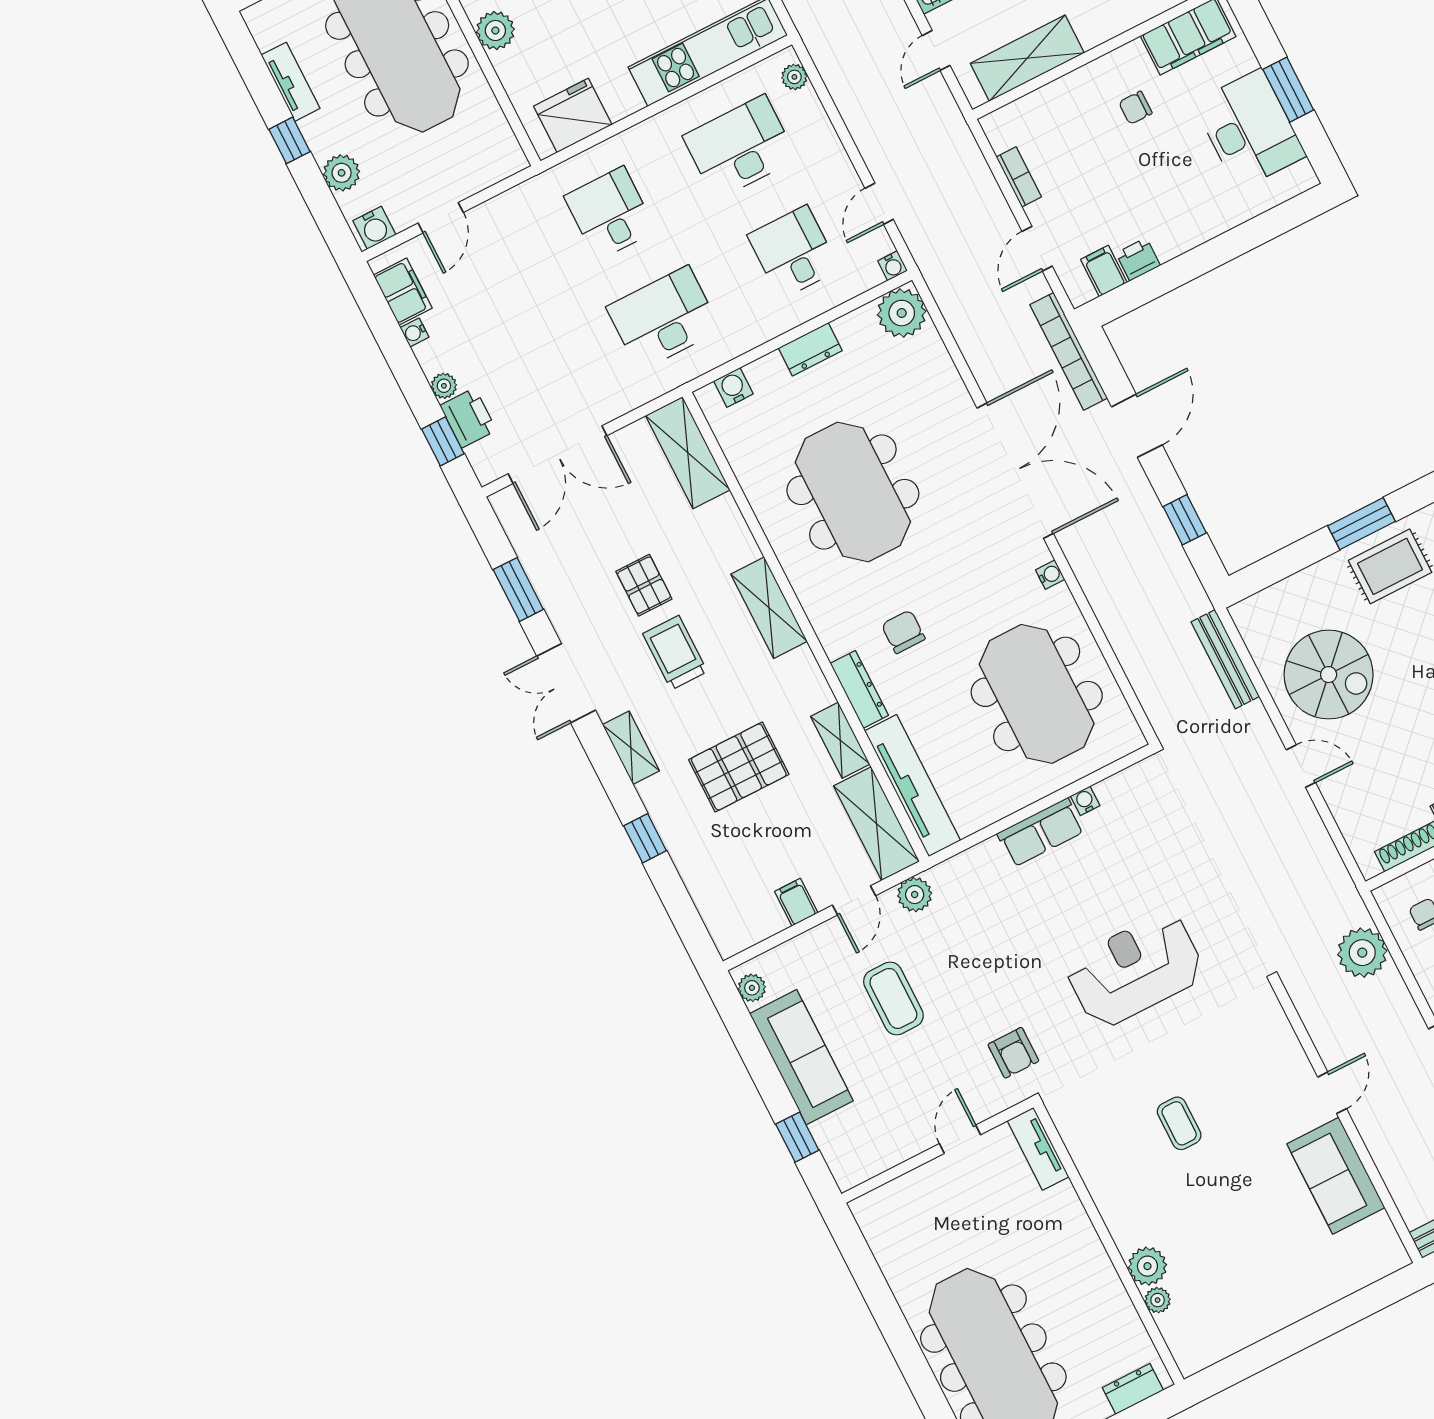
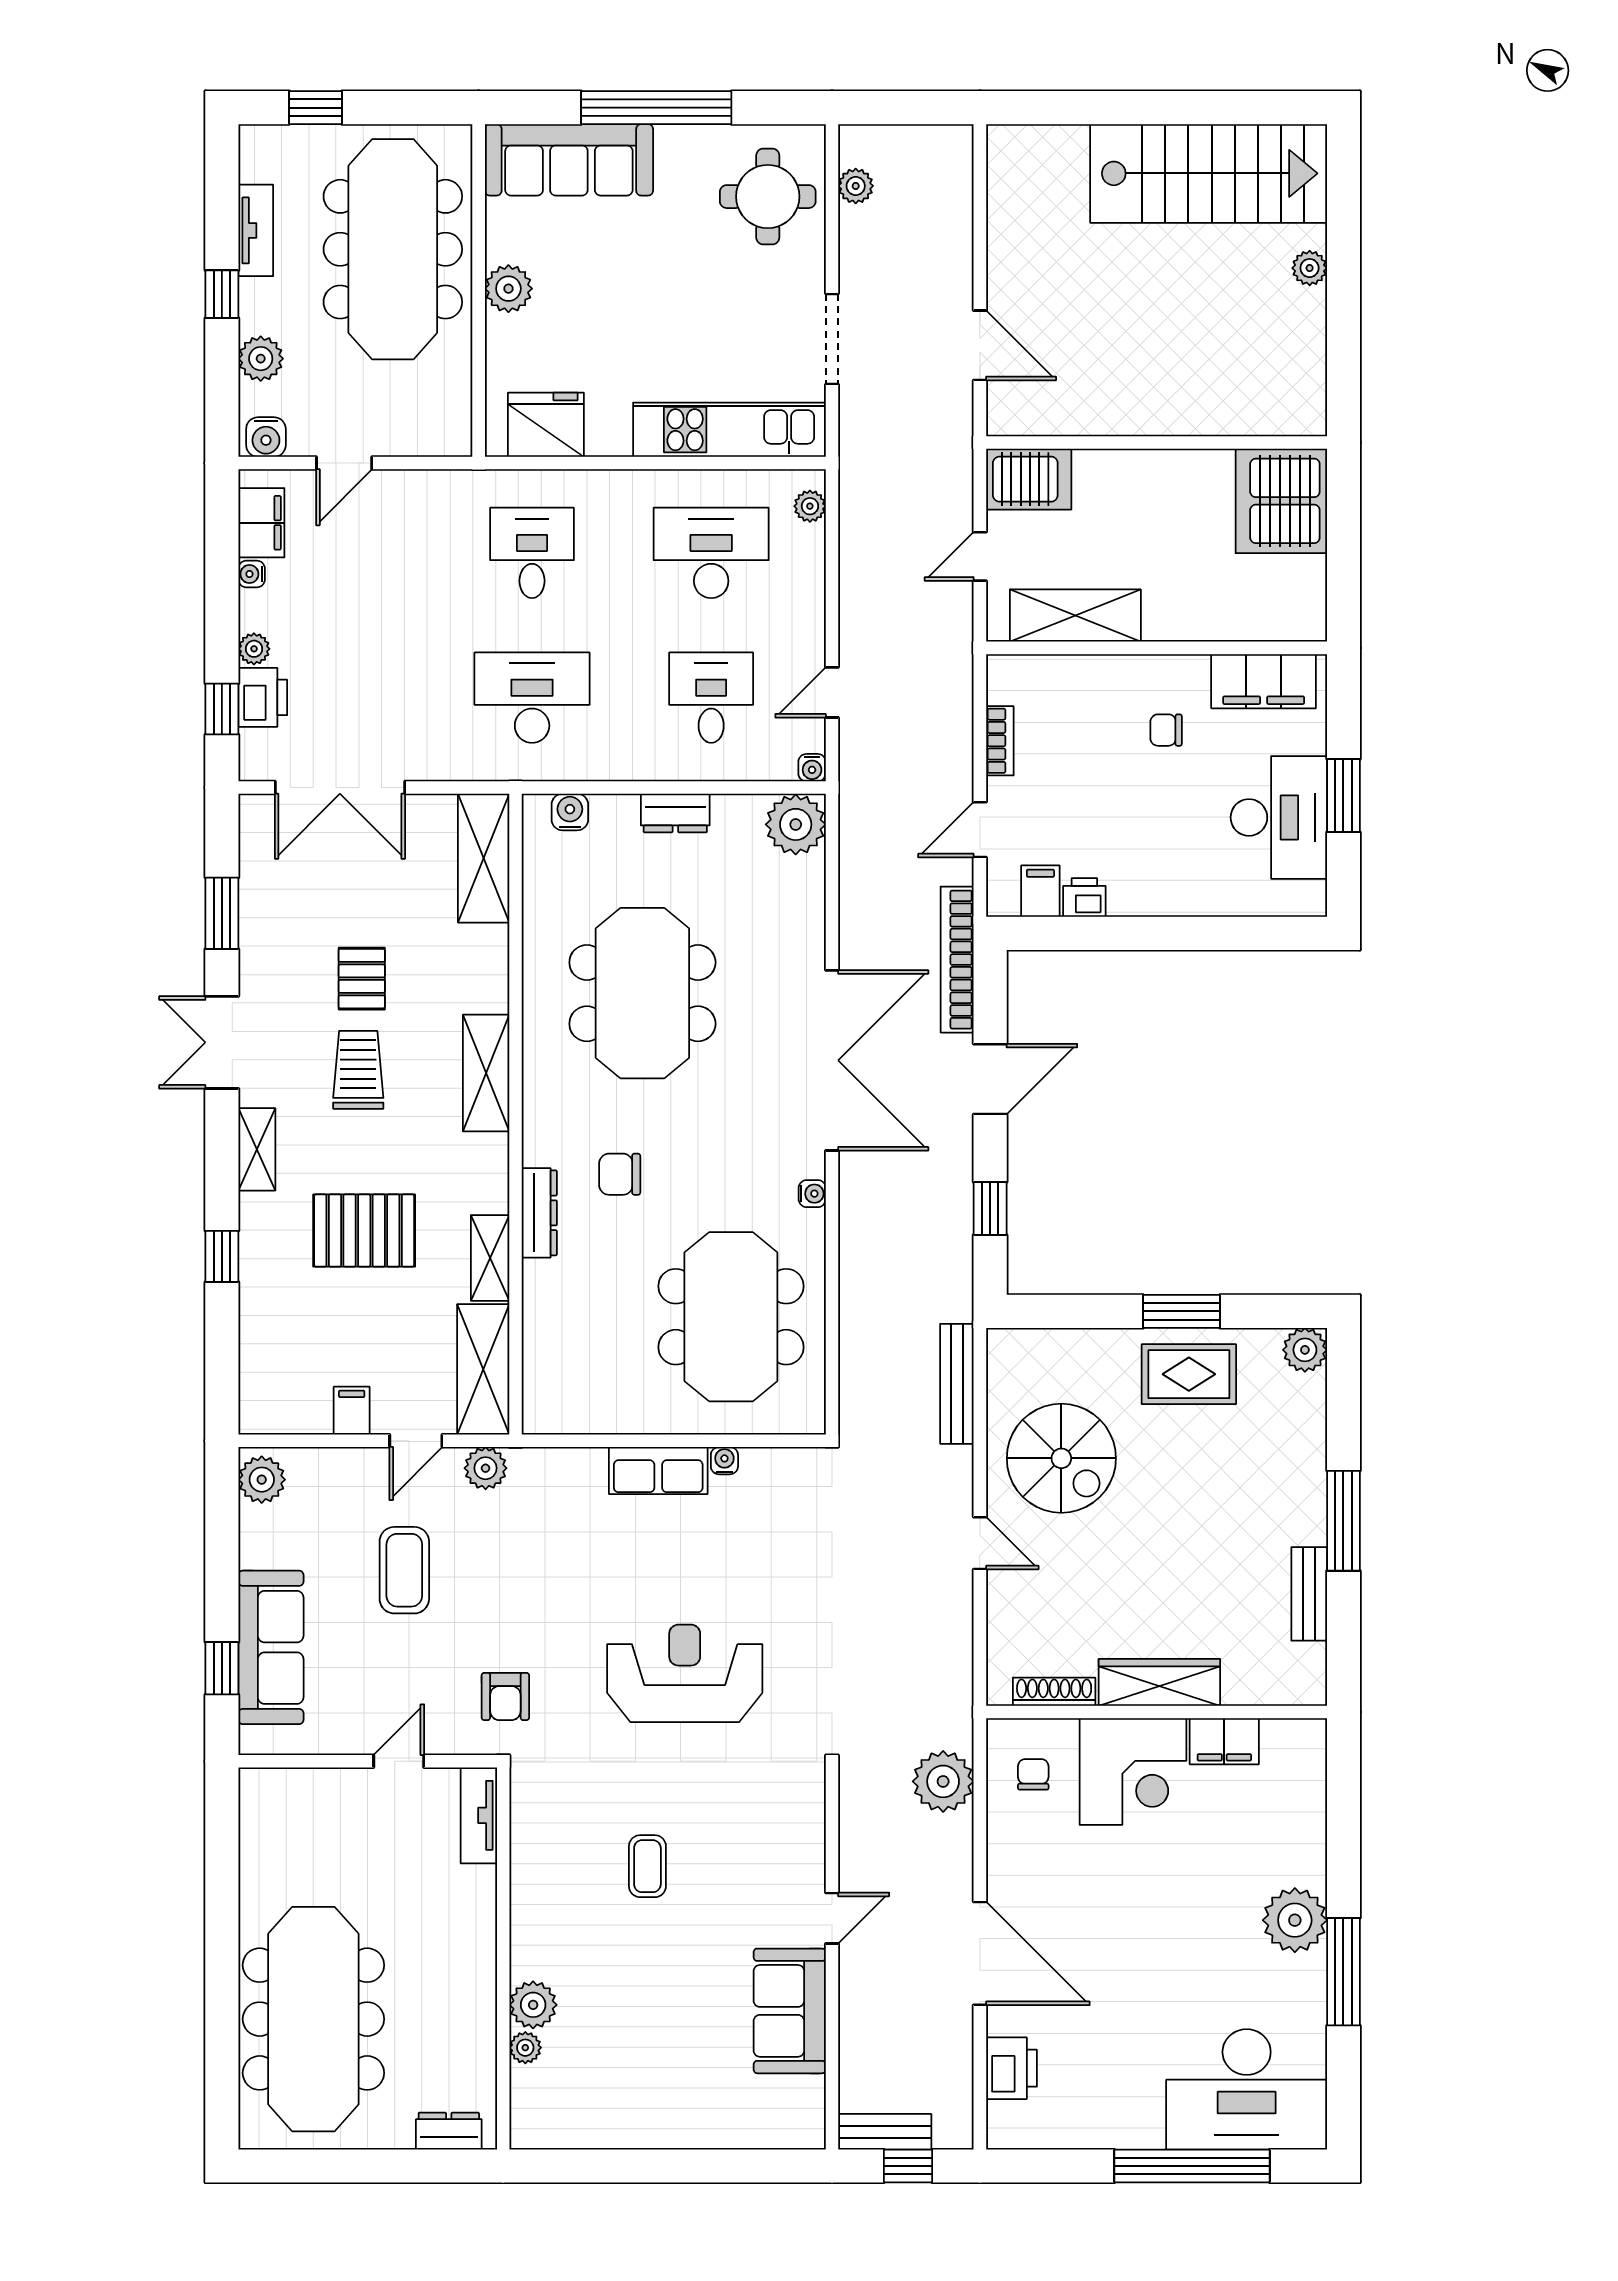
chair: (903, 632) -> (620, 1174), turned -90
tv unit: (913, 786) -> (544, 1348), removed
plant: (752, 988) -> (262, 1480), width x1.38, depth x1.38
sofa: (801, 1057) -> (271, 1647), moved

